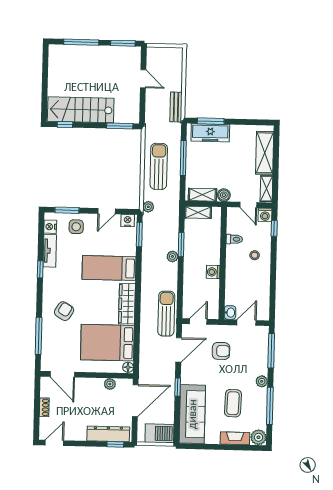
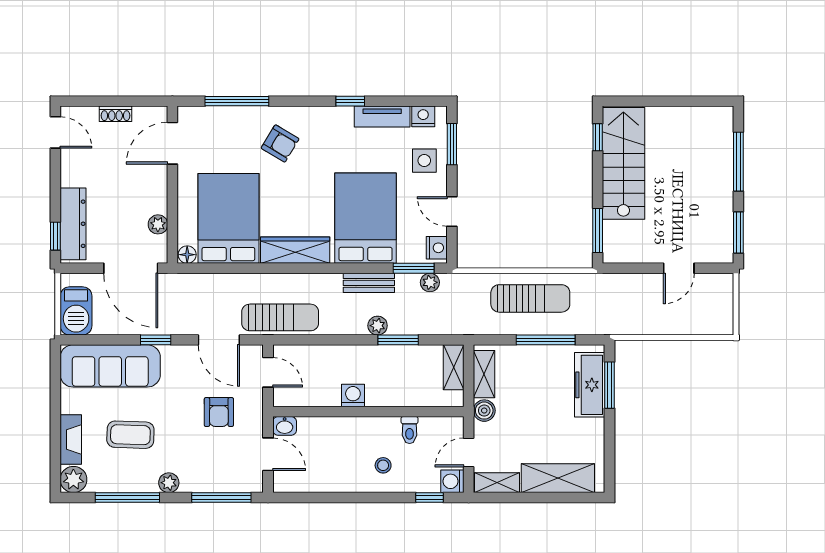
bench: (176, 107) -> (369, 283), moved
plant: (148, 207) -> (430, 282), moved
bed: (109, 268) -> (366, 218), width x1.50

